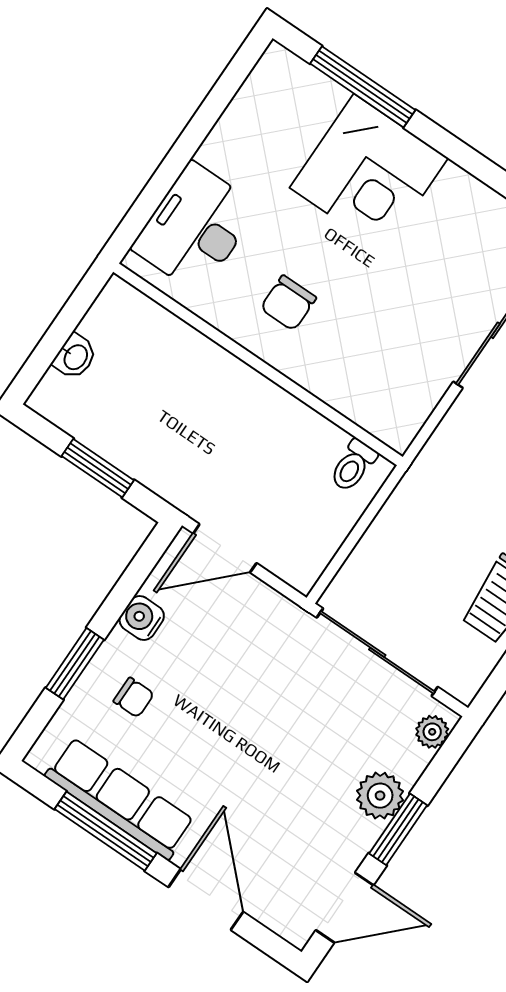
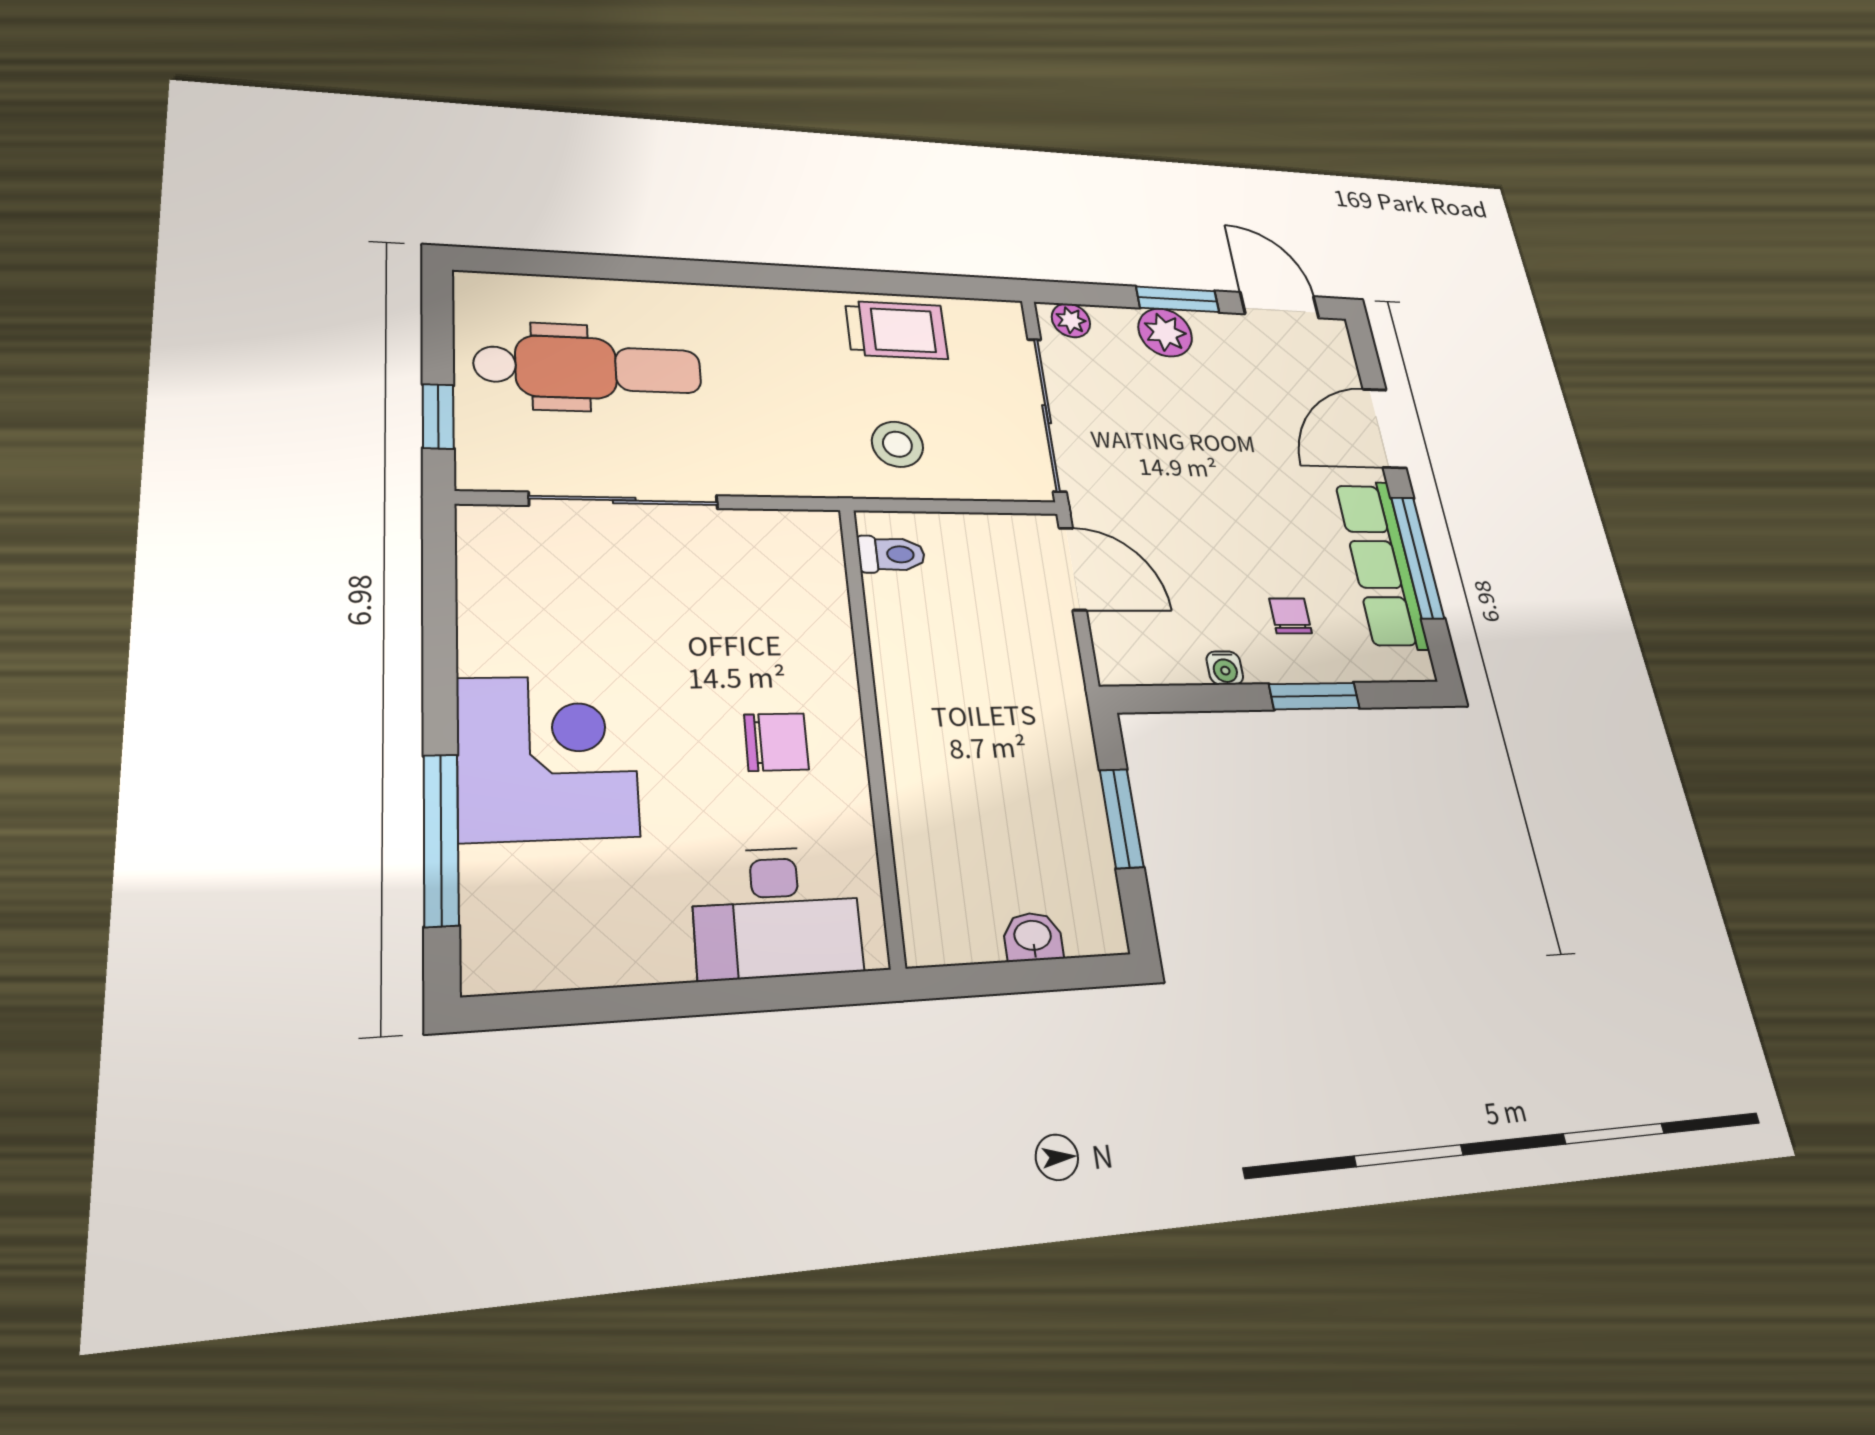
stool: (422, 531) -> (897, 444), added
door: (225, 548) -> (1073, 569), moved
water cooler: (142, 618) -> (1225, 668), width x0.72, depth x0.72

